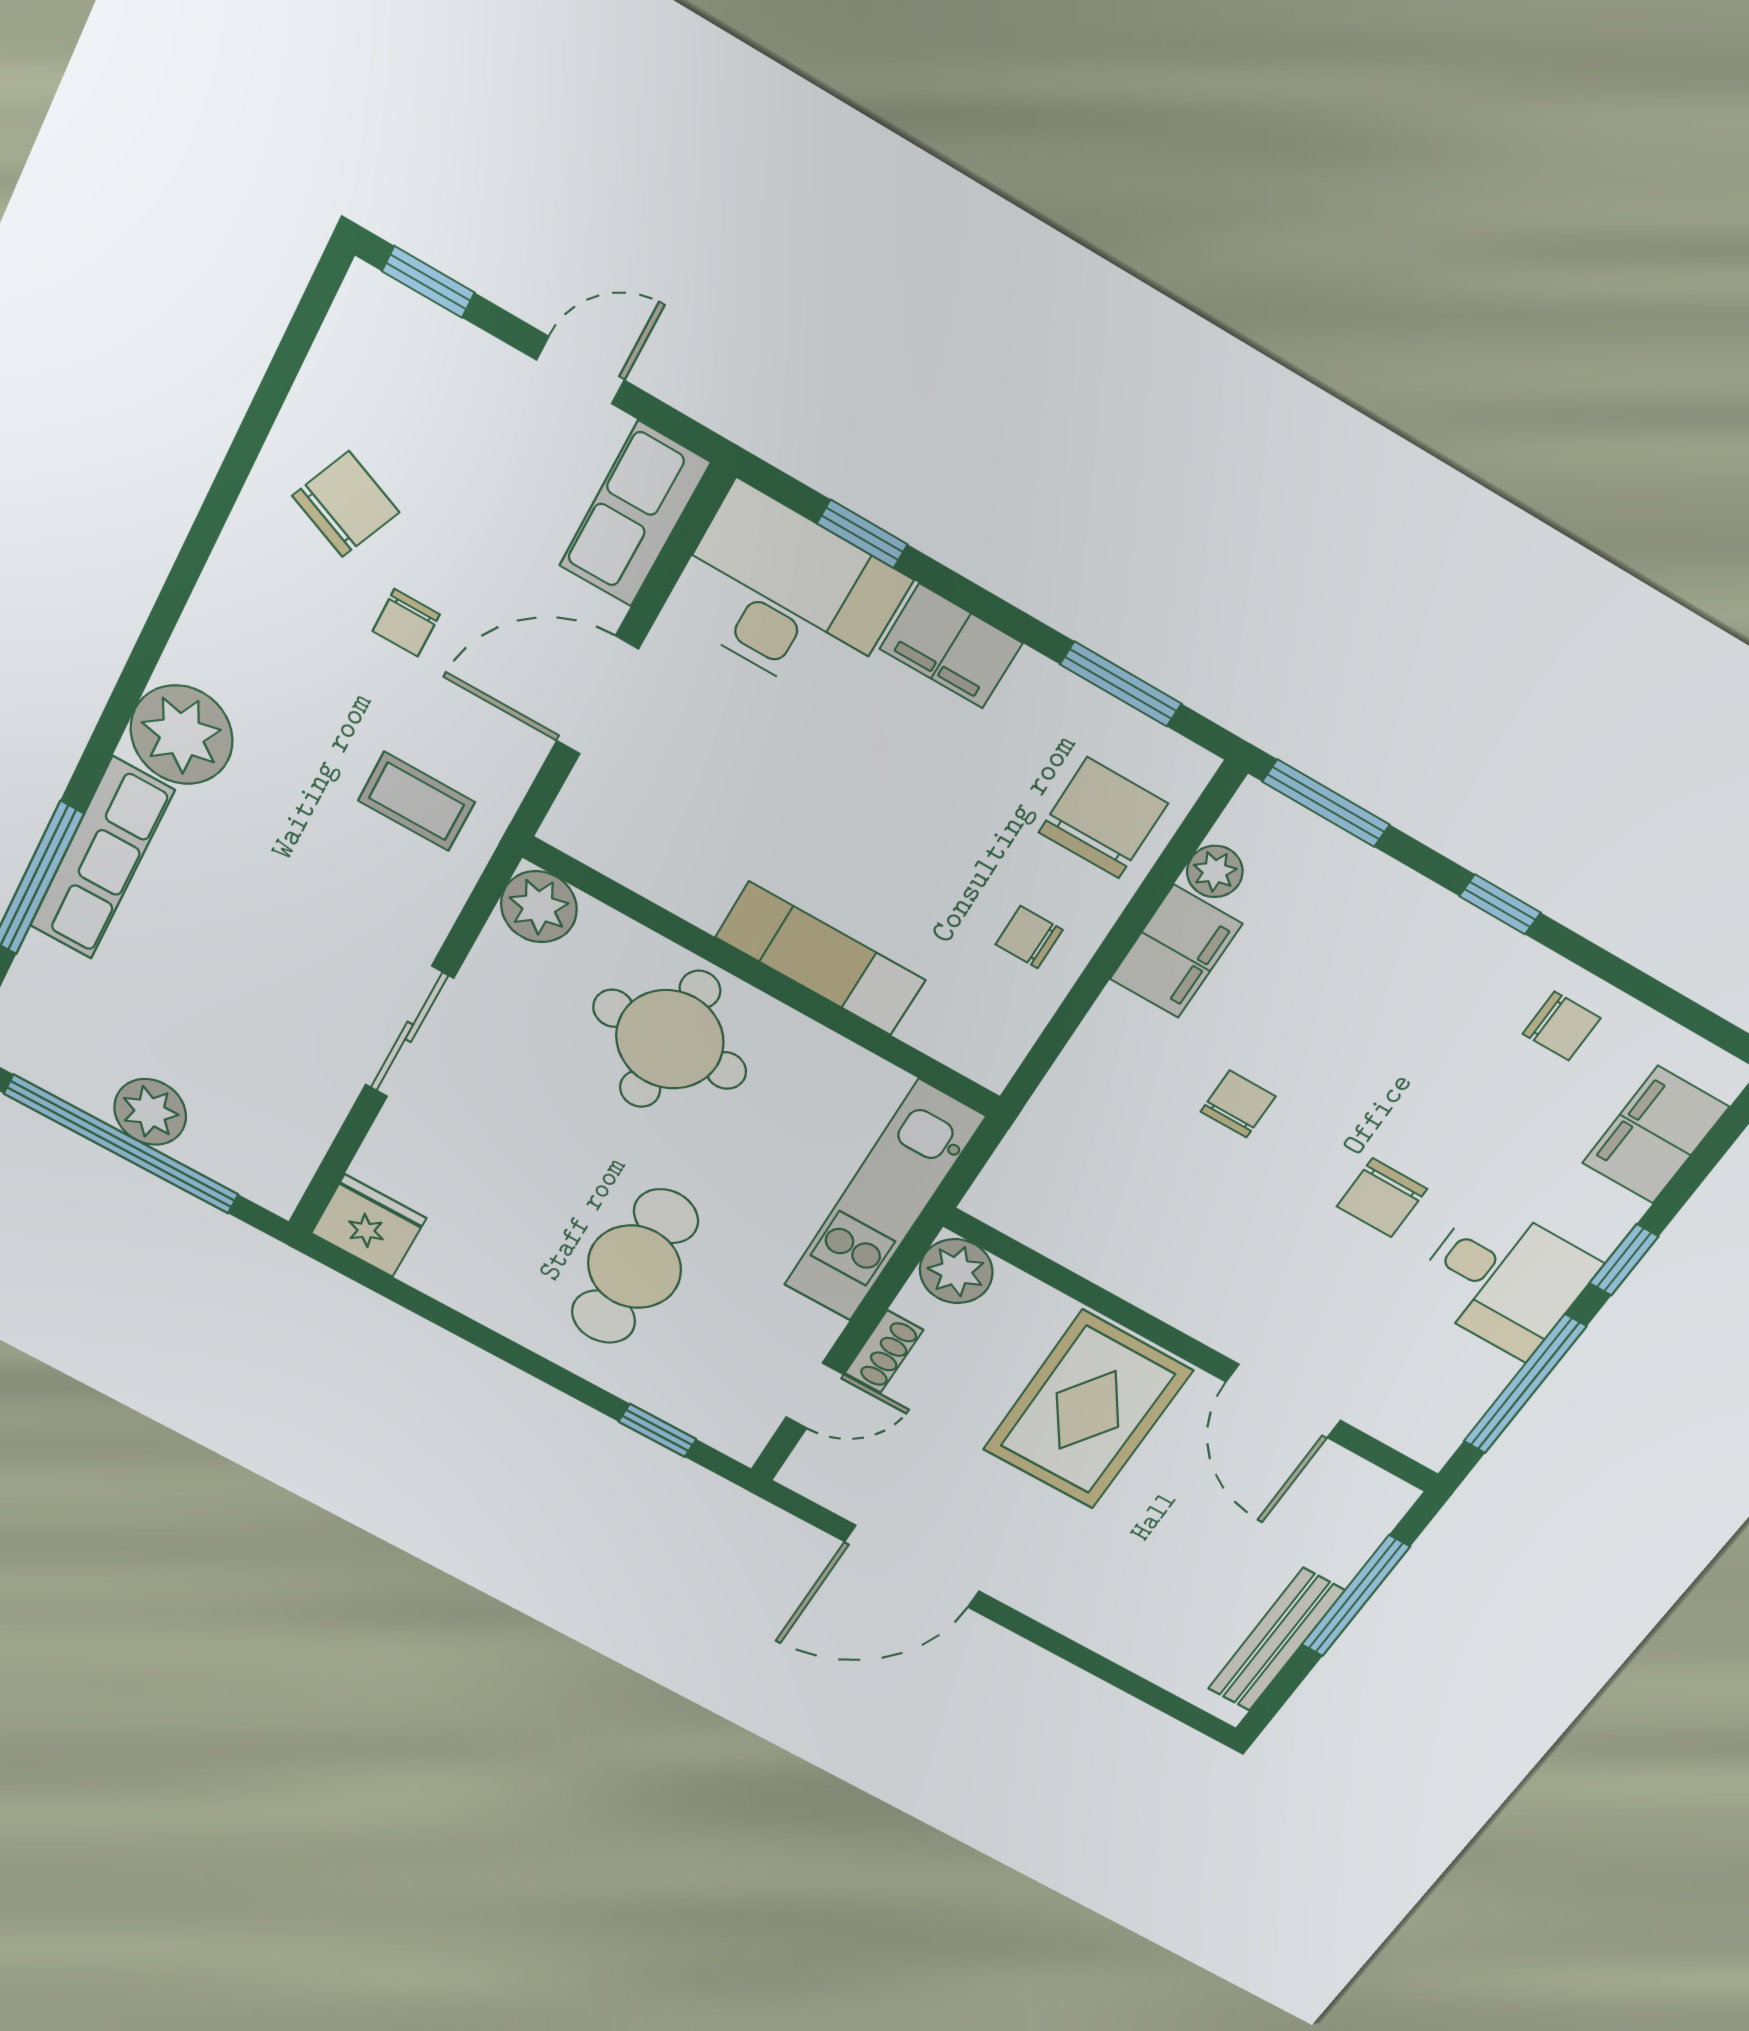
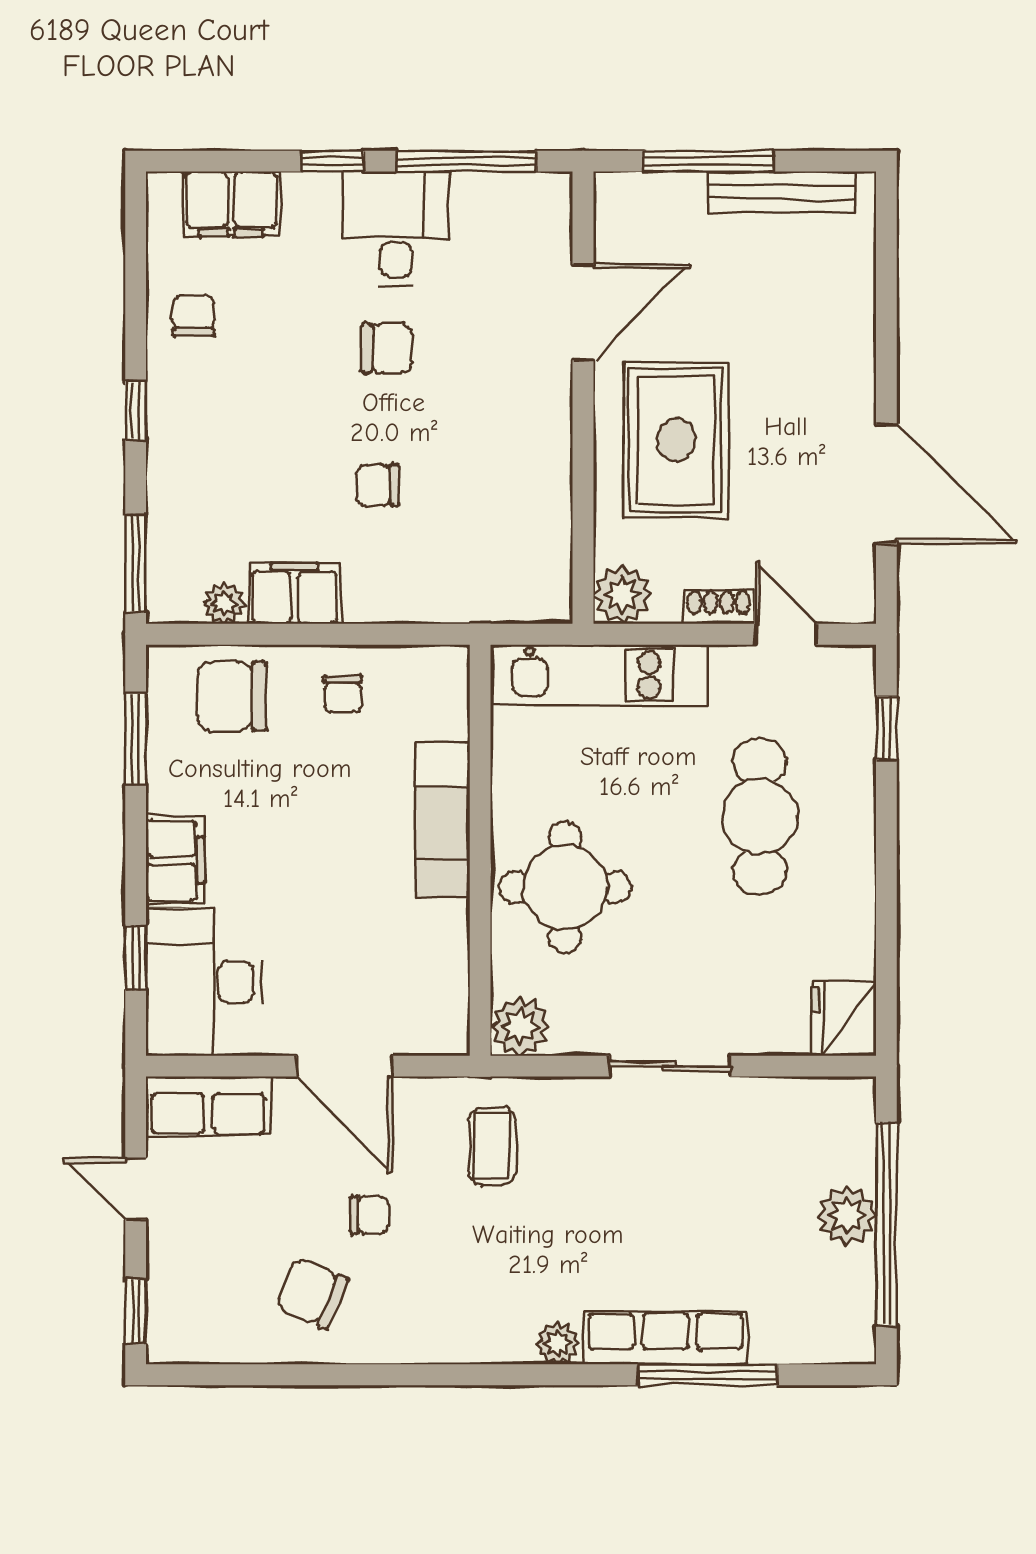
plant: (182, 735) -> (558, 1343), width x0.53, depth x0.53
cafe table: (634, 1267) -> (760, 816), turned 90
rug: (1087, 1410) -> (676, 440), turned 90

